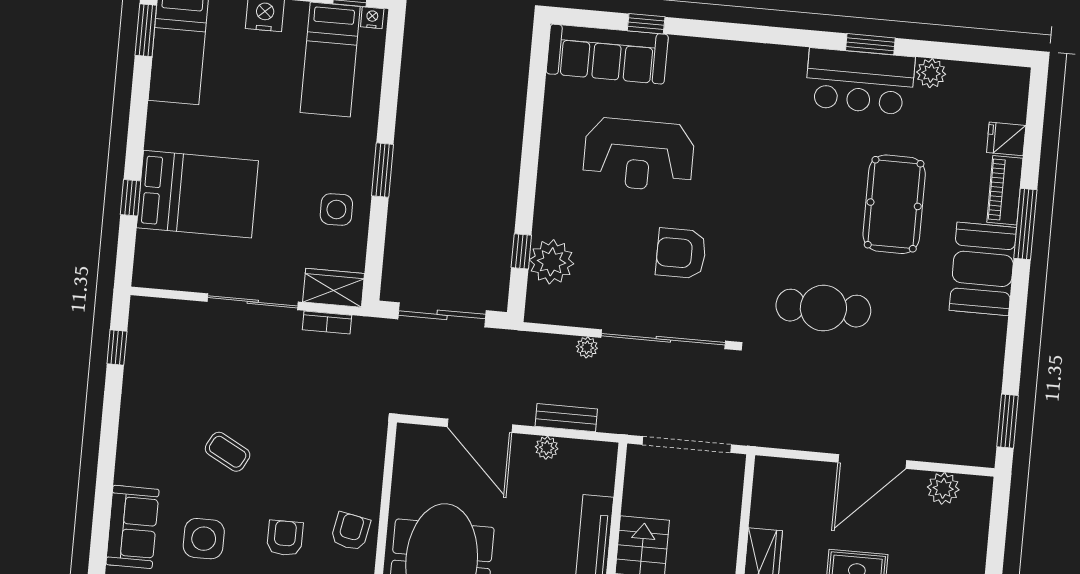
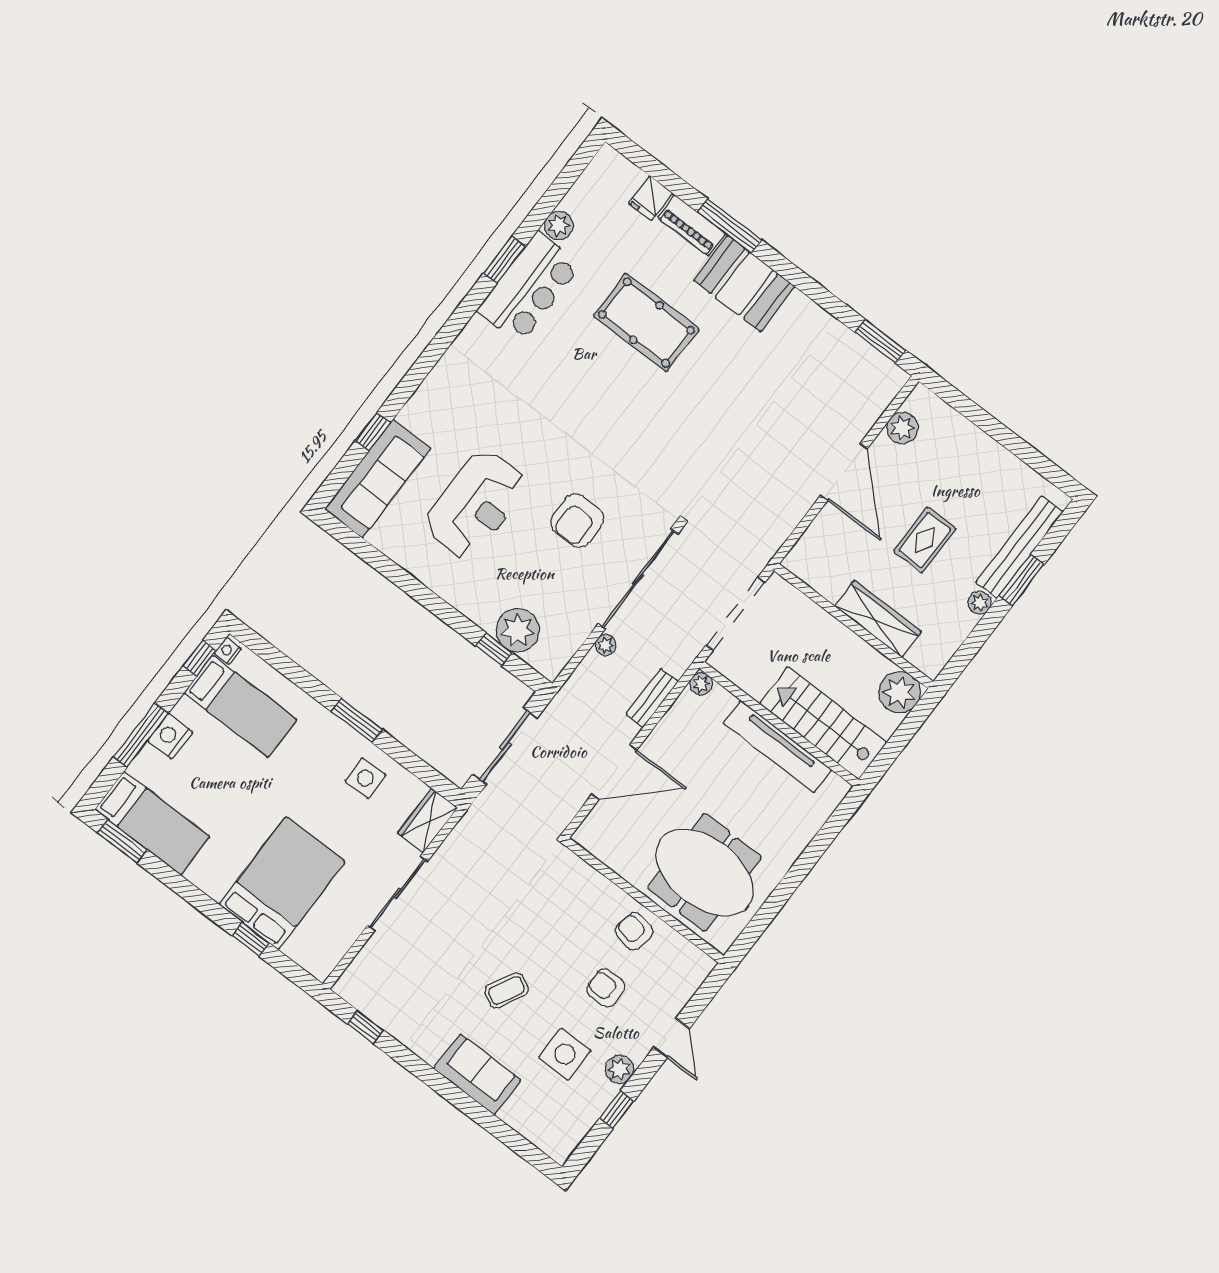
cafe table: (823, 308) -> (695, 433), removed
bookcase: (327, 322) -> (452, 844), removed
plant: (547, 448) -> (701, 684), moved
sofa: (132, 527) -> (477, 1074), moved

